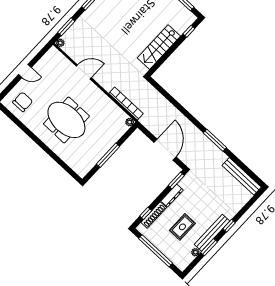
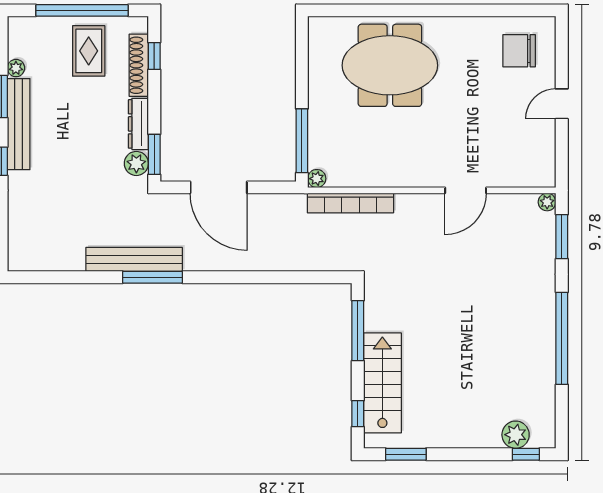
stairs: (159, 47) -> (382, 383), moved
window: (163, 59) -> (358, 331), added
chair: (23, 102) -> (519, 51), turned 90
meeting table: (66, 120) -> (390, 65), moved
window: (108, 155) -> (302, 141), moved
bench: (242, 176) -> (134, 259), moved
plant: (185, 183) -> (136, 163), added
rug: (182, 227) -> (89, 51), moved

